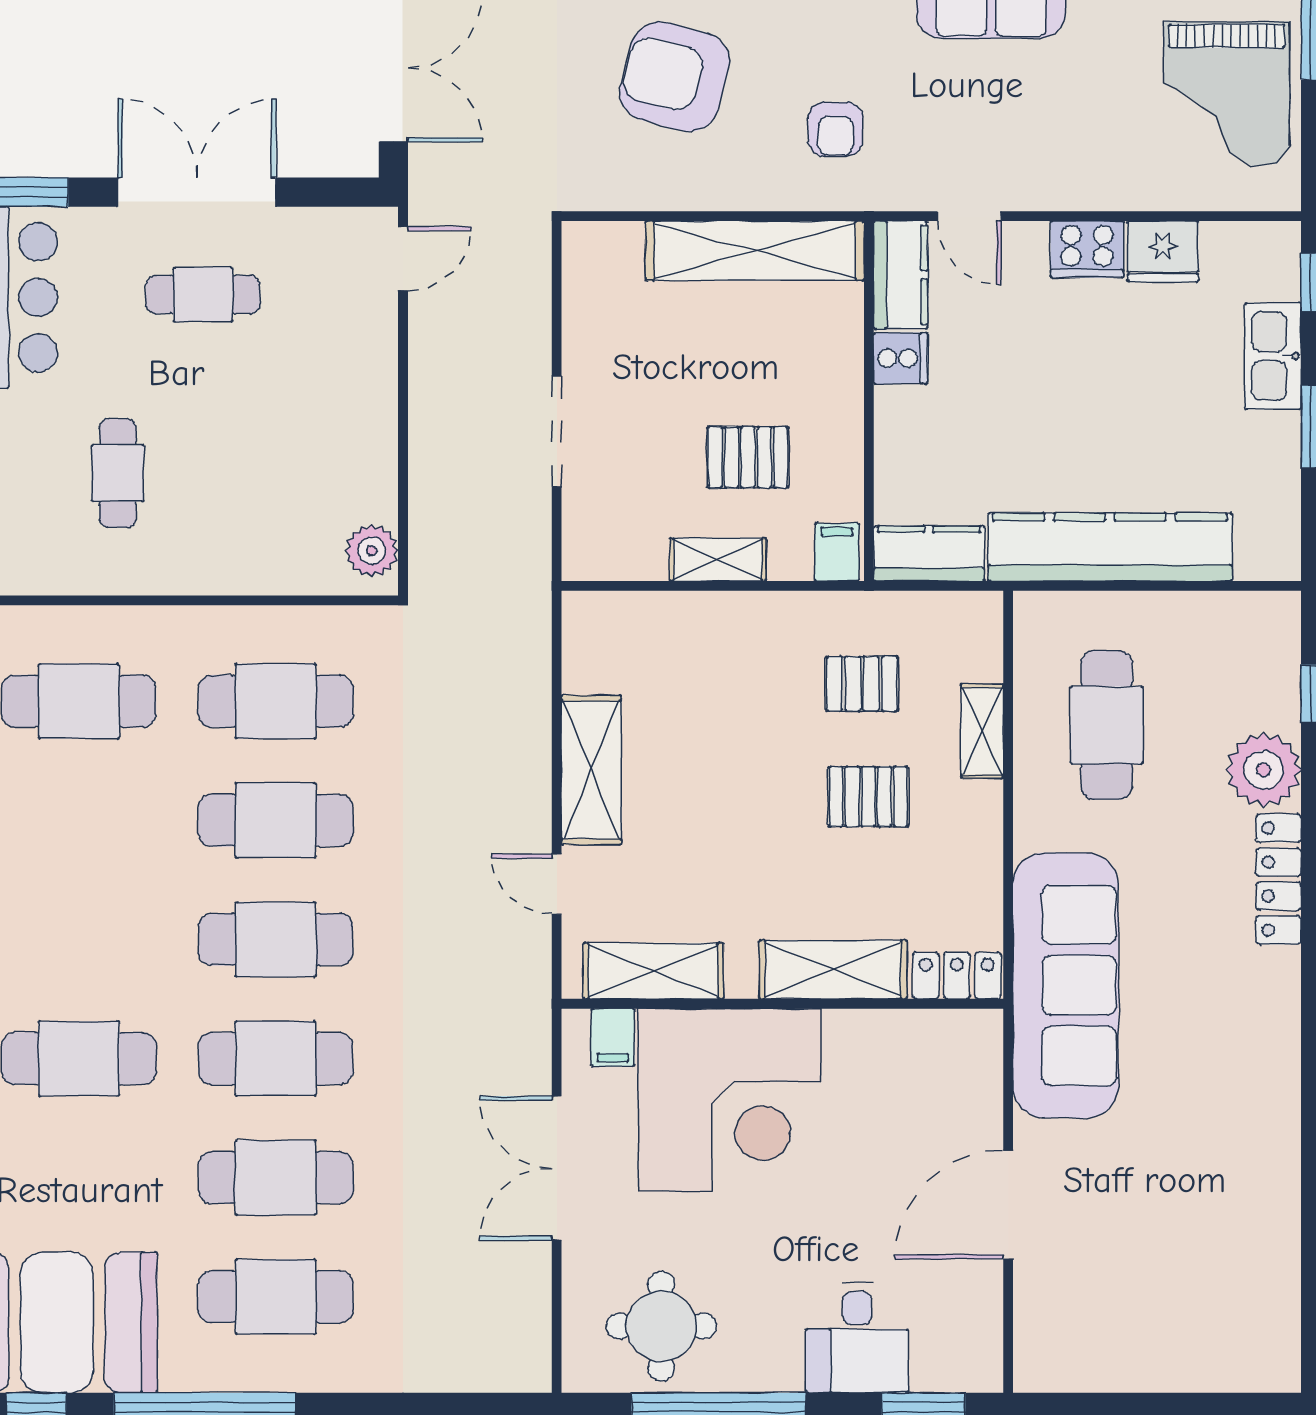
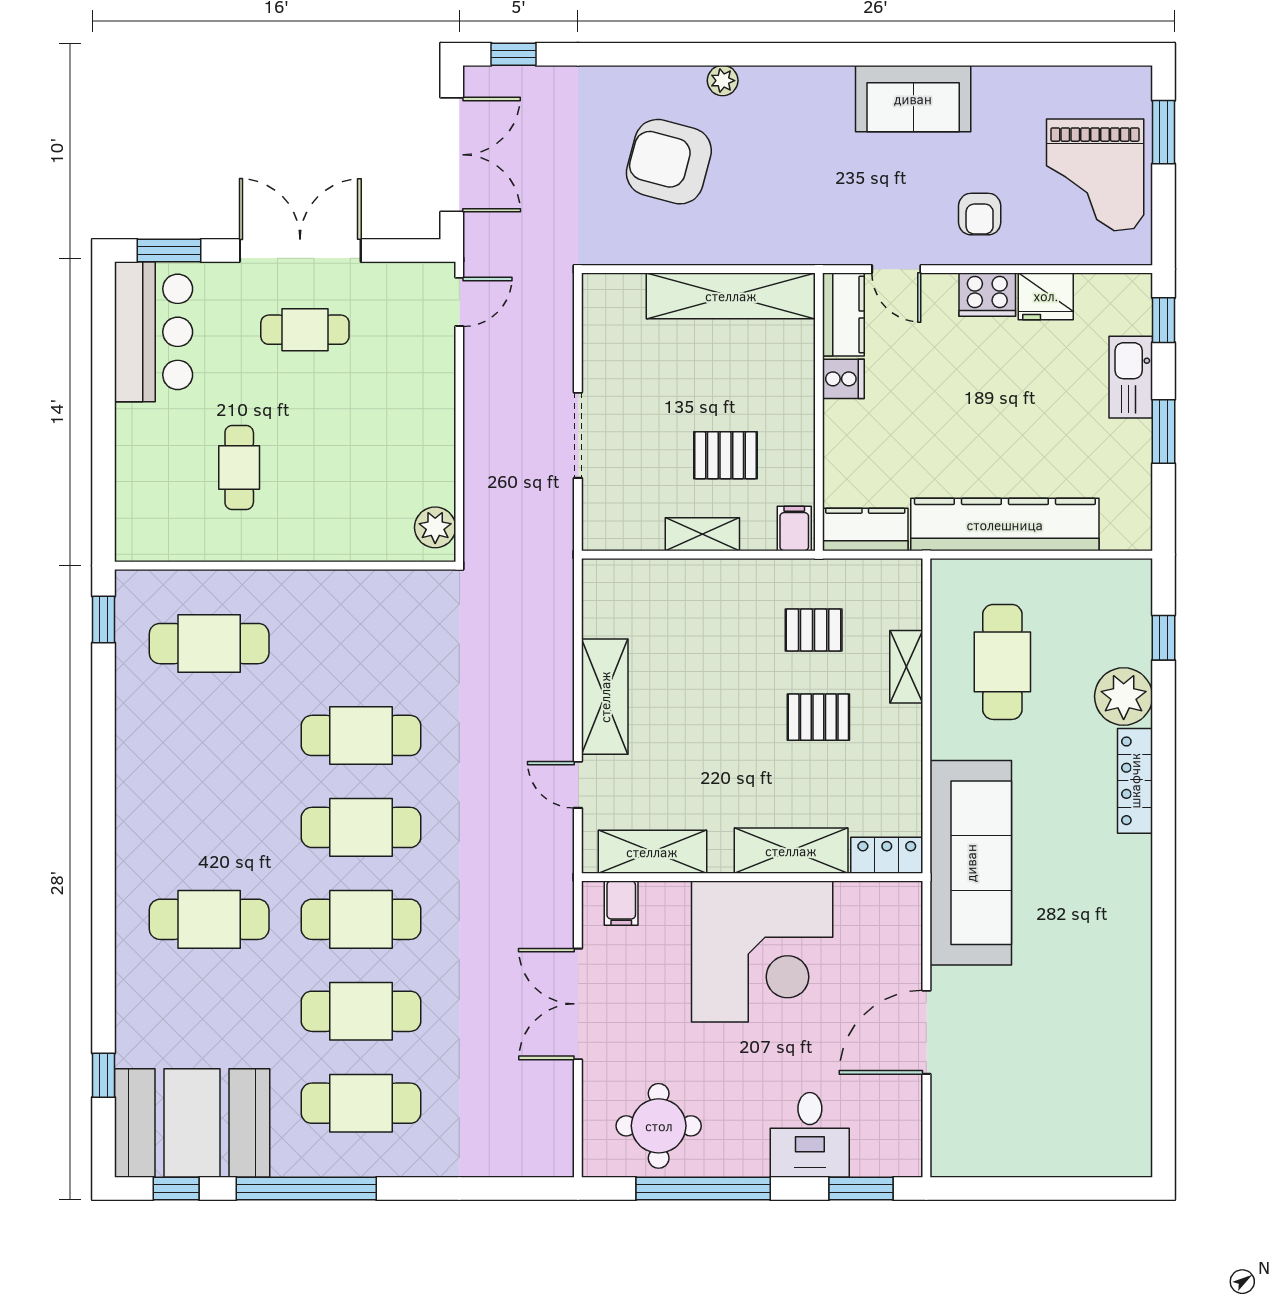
armchair: (836, 129) -> (980, 214), moved
cafe table: (276, 701) -> (361, 644), removed
corner desk: (730, 1100) -> (762, 951), moved

